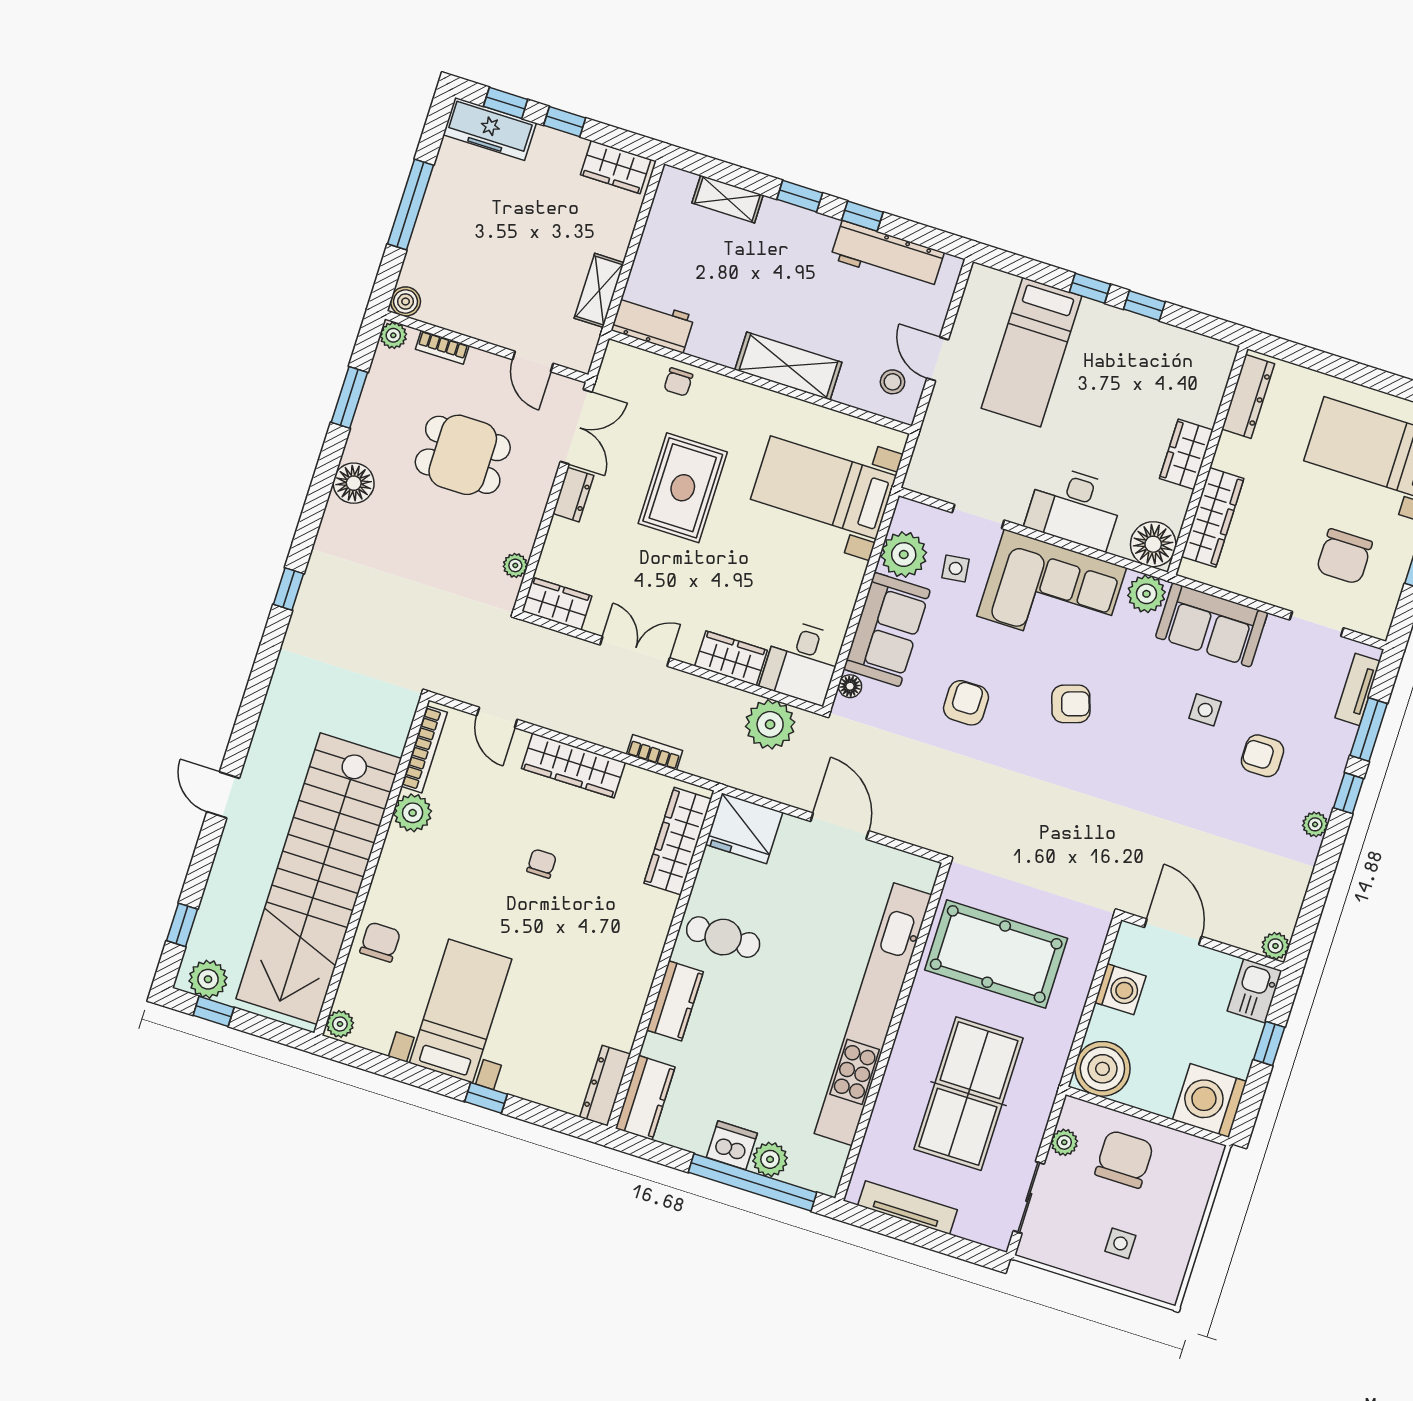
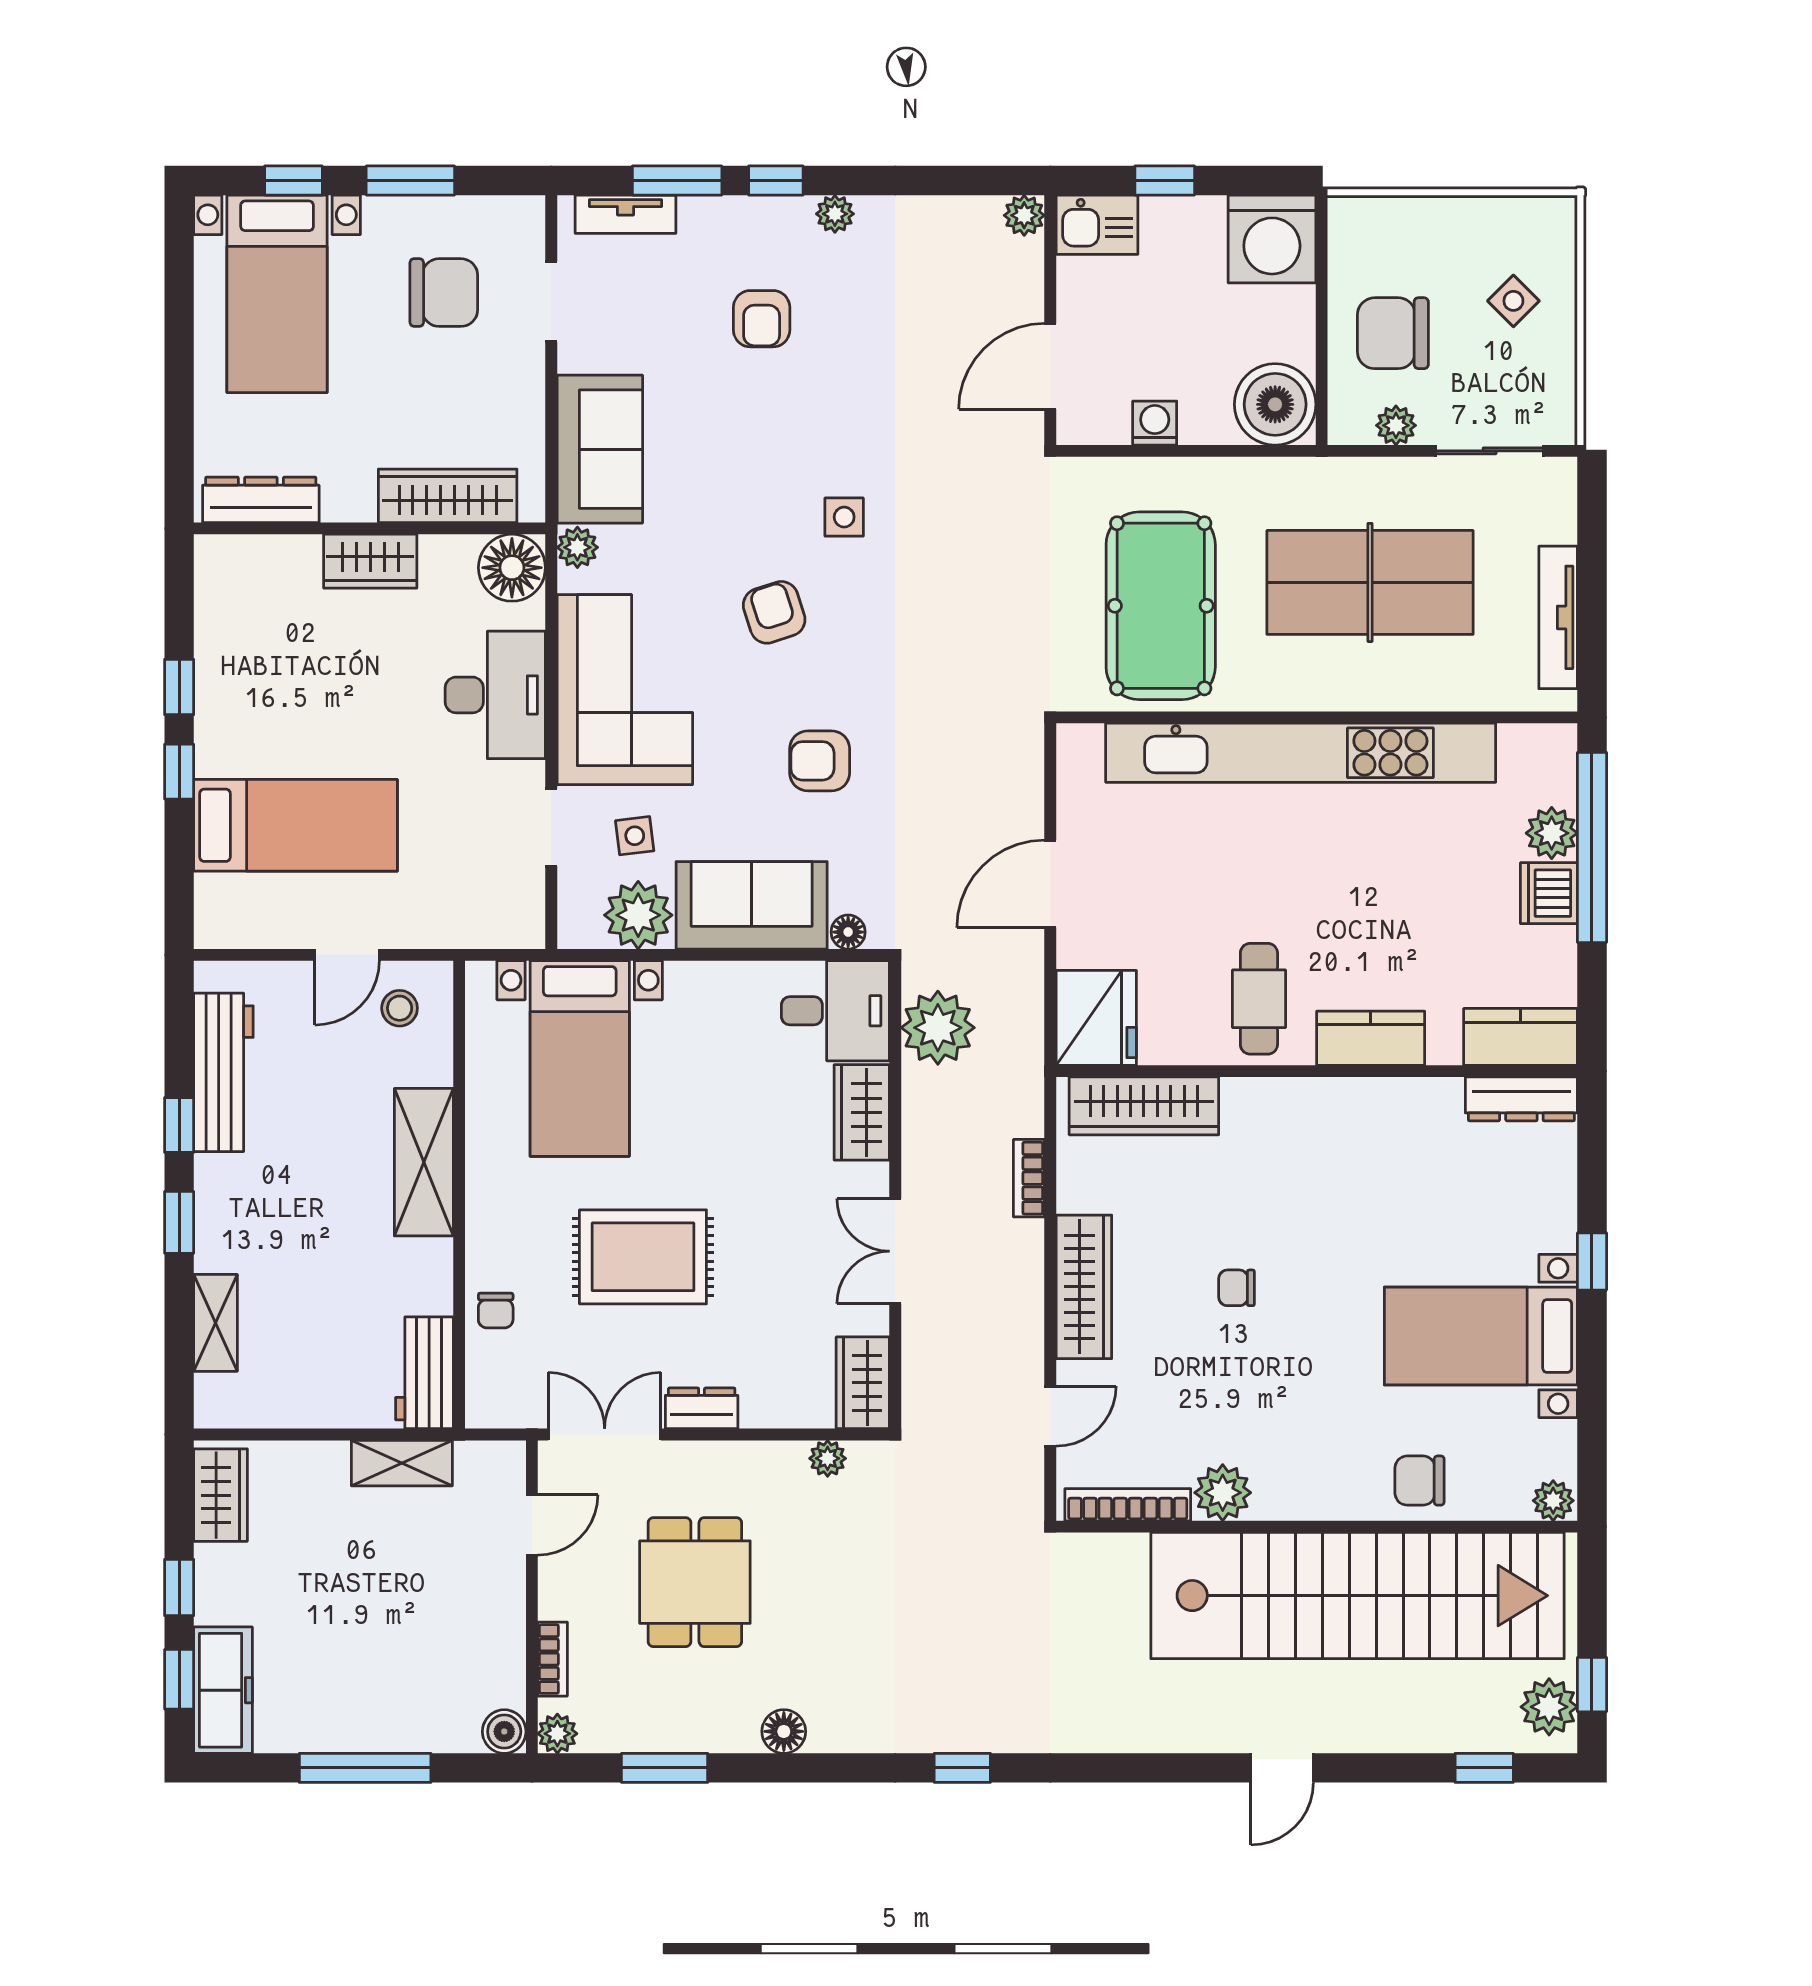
chair: (678, 382) -> (496, 1310), turned 90
floor lamp: (354, 483) -> (784, 1731), width x0.73, depth x0.73
plant: (1146, 594) -> (577, 547), width x0.73, depth x0.73
side table: (1205, 710) -> (844, 517), moved
washing machine: (1120, 989) -> (1155, 423), width x0.73, depth x0.73
side table: (1120, 1243) -> (1513, 301), turned 45

